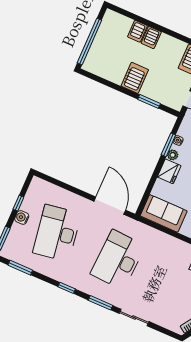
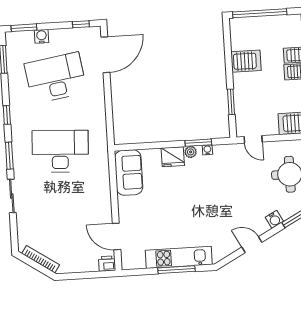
server rack: (135, 78) -> (246, 61), moved
window: (18, 203) -> (81, 24), moved
door: (110, 206) -> (105, 55), moved
water cooler: (22, 217) -> (42, 36), moved

